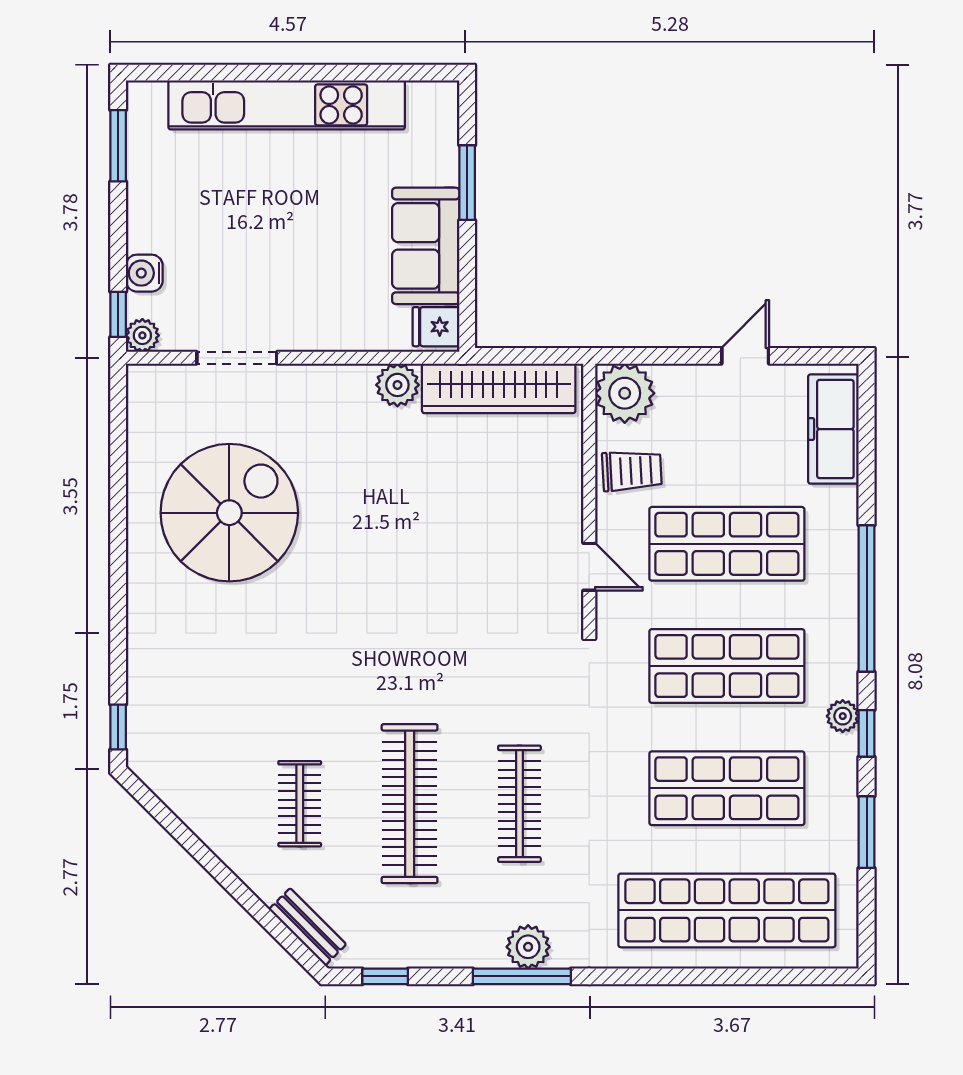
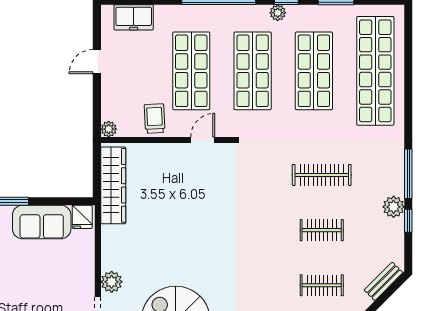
door: (745, 356) -> (97, 62), hinge flipped
plant: (397, 385) -> (112, 282), moved
plant: (625, 393) -> (109, 129), width x0.53, depth x0.53
freezer: (833, 429) -> (134, 17), width x0.71
clothes rail: (410, 804) -> (322, 230), width x0.54, depth x0.76
plant: (528, 947) -> (394, 207), moved
window: (385, 976) -> (408, 221), moved

